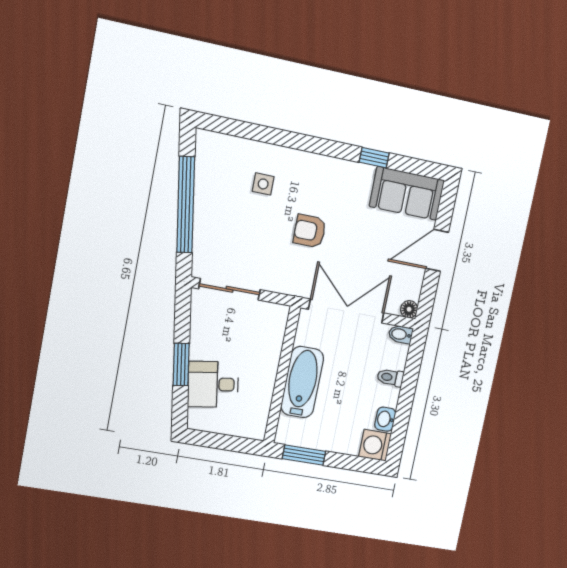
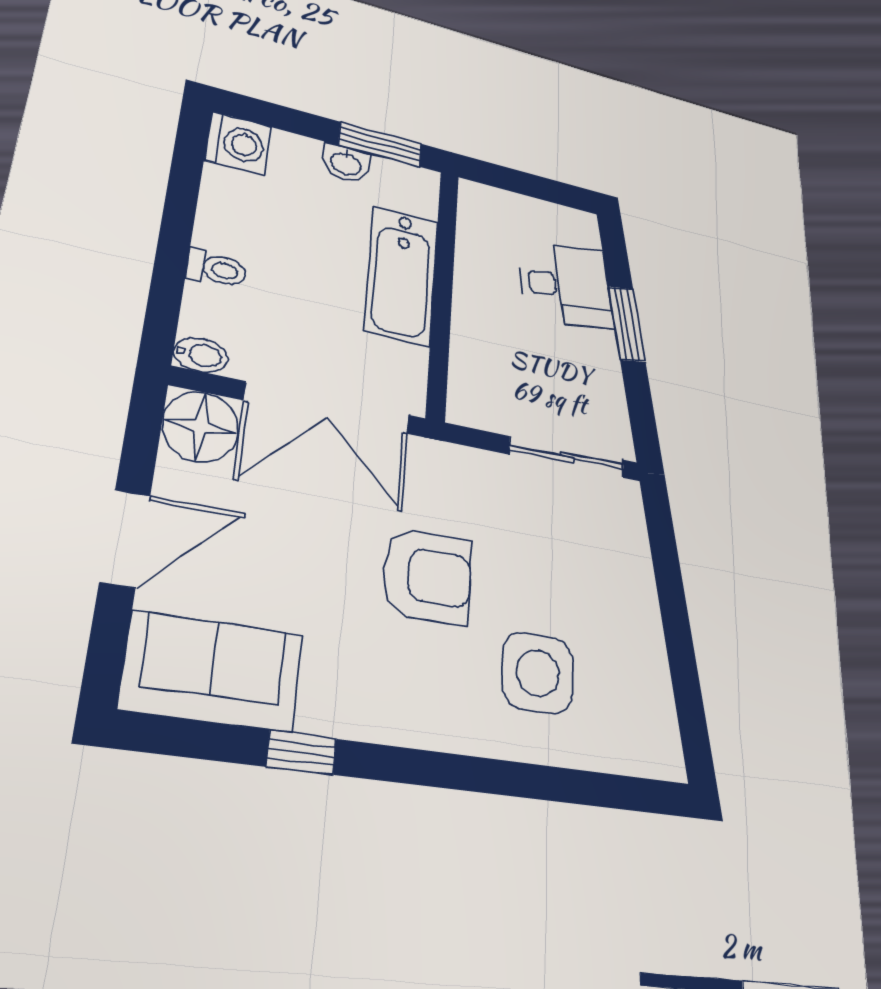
side table: (263, 184) -> (538, 673), width x1.87, depth x1.87
window: (186, 205) -> (676, 621), removed
armchair: (310, 231) -> (427, 576), width x1.38, depth x1.38
floor lamp: (409, 309) -> (201, 427), width x1.89, depth x1.89
washbasin: (385, 419) -> (346, 163), moved, turned 90

